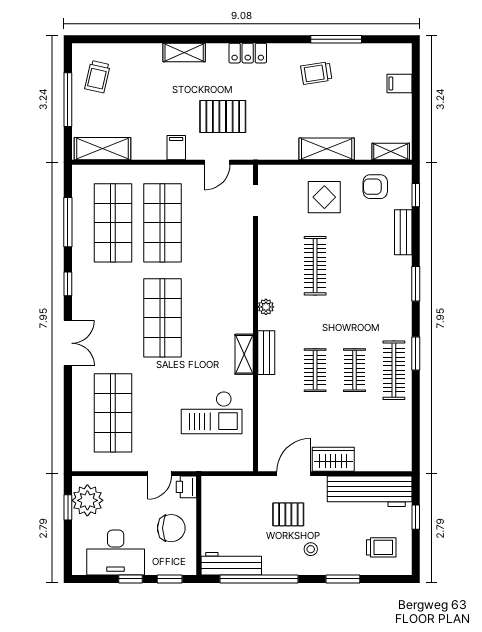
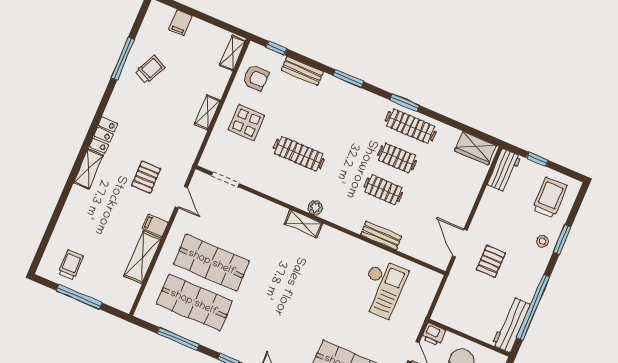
shelving: (184, 53) -> (88, 169), moved
trolley: (316, 73) -> (150, 69), moved, turned -145
trolley: (97, 77) -> (71, 265), turned -103
pallet: (223, 116) -> (146, 177), width x0.67, depth x0.71
shelving: (103, 149) -> (143, 257), moved
shelving: (327, 149) -> (207, 112), width x0.67, depth x0.75
armchair: (375, 187) -> (256, 78), turned -90
shop shelf: (162, 318) -> (288, 295), removed
bench: (266, 353) -> (381, 236), moved
shelving: (244, 354) -> (303, 224), moved
wardrobe: (333, 459) -> (476, 148), moved, turned -90
workbench: (370, 491) -> (504, 170), width x0.53, depth x0.76
trolley: (381, 547) -> (550, 198), width x1.36, depth x1.39
stool: (311, 549) -> (542, 241), moved

